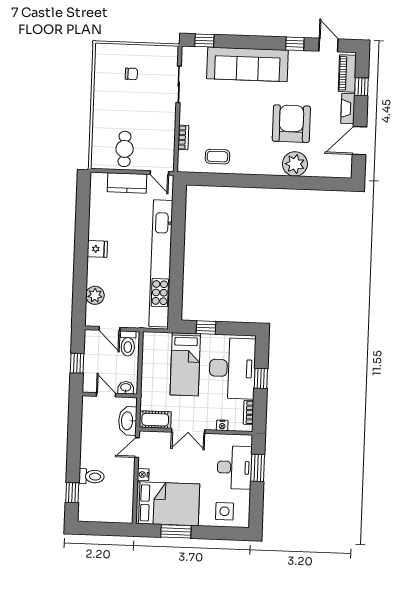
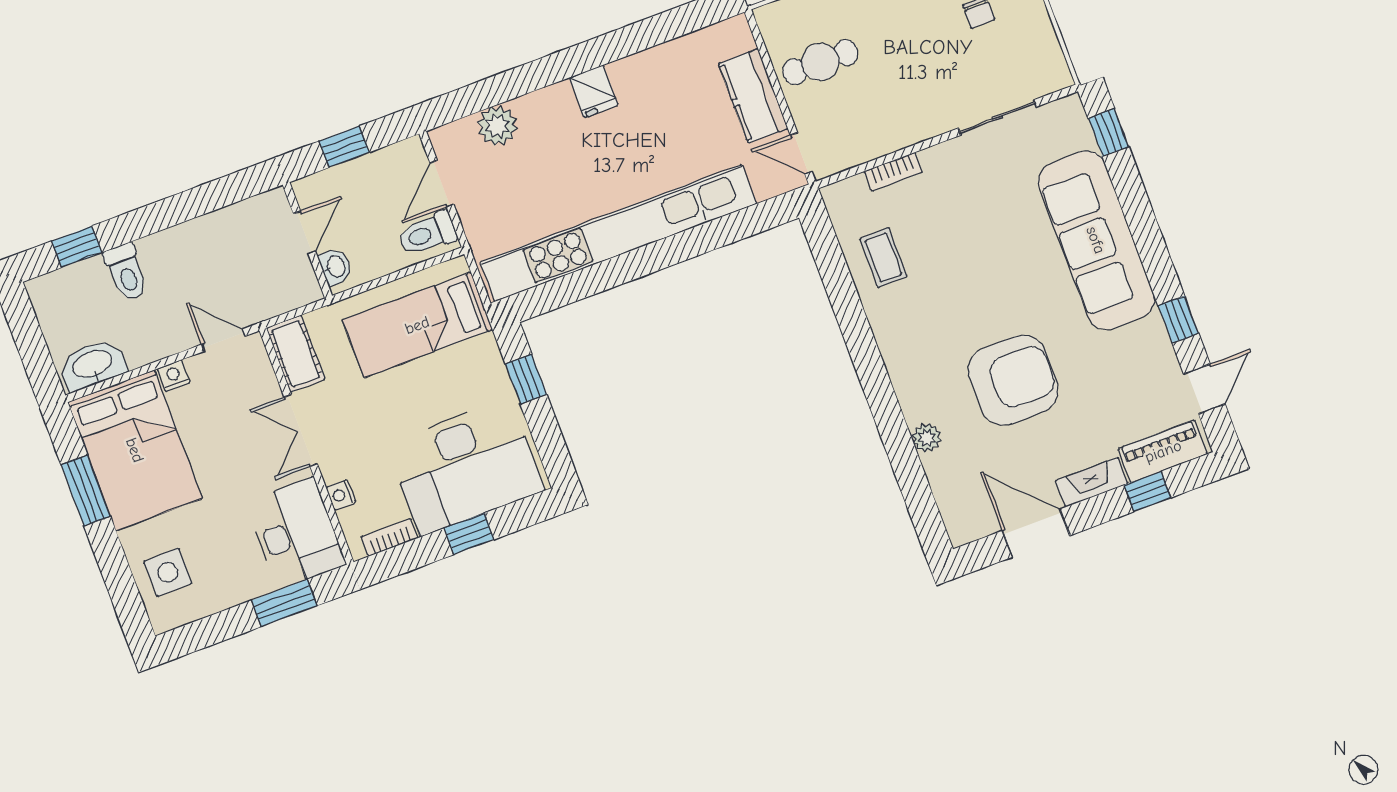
plant: (295, 164) -> (927, 438), width x0.53, depth x0.53
door: (159, 173) -> (801, 153), hinge flipped
bed: (185, 364) -> (417, 325), moved
washbasin: (128, 421) -> (92, 365), moved
desk: (234, 467) -> (296, 533), moved, turned -90

